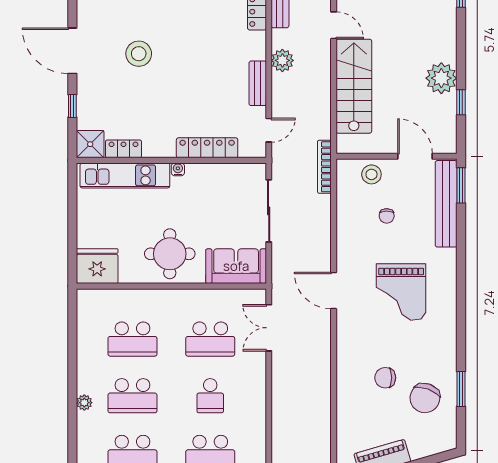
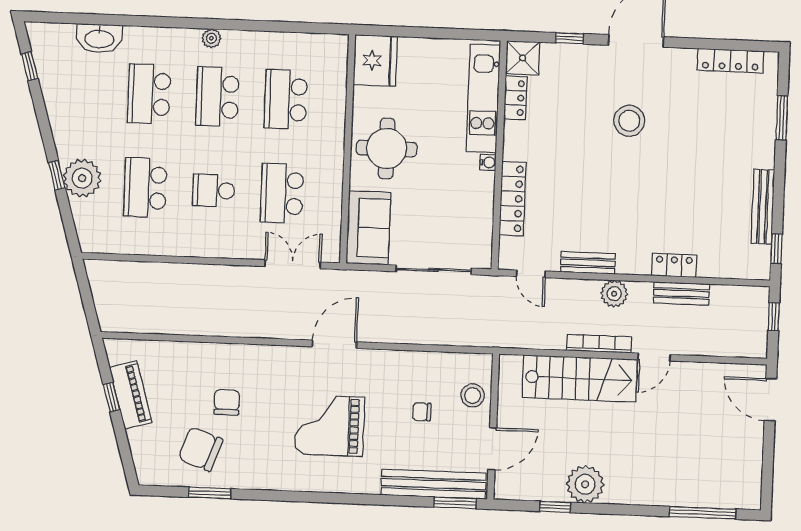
bookcase: (324, 167) -> (599, 344), moved

